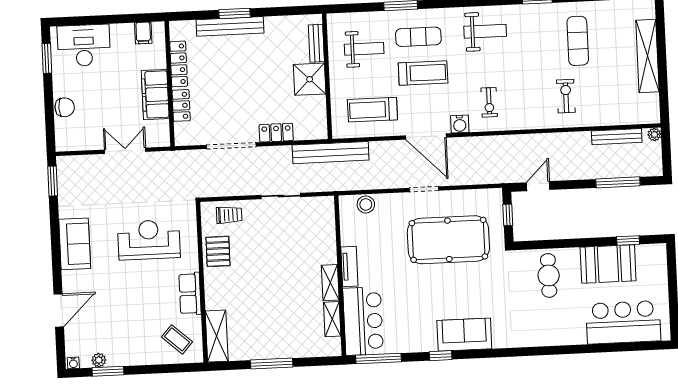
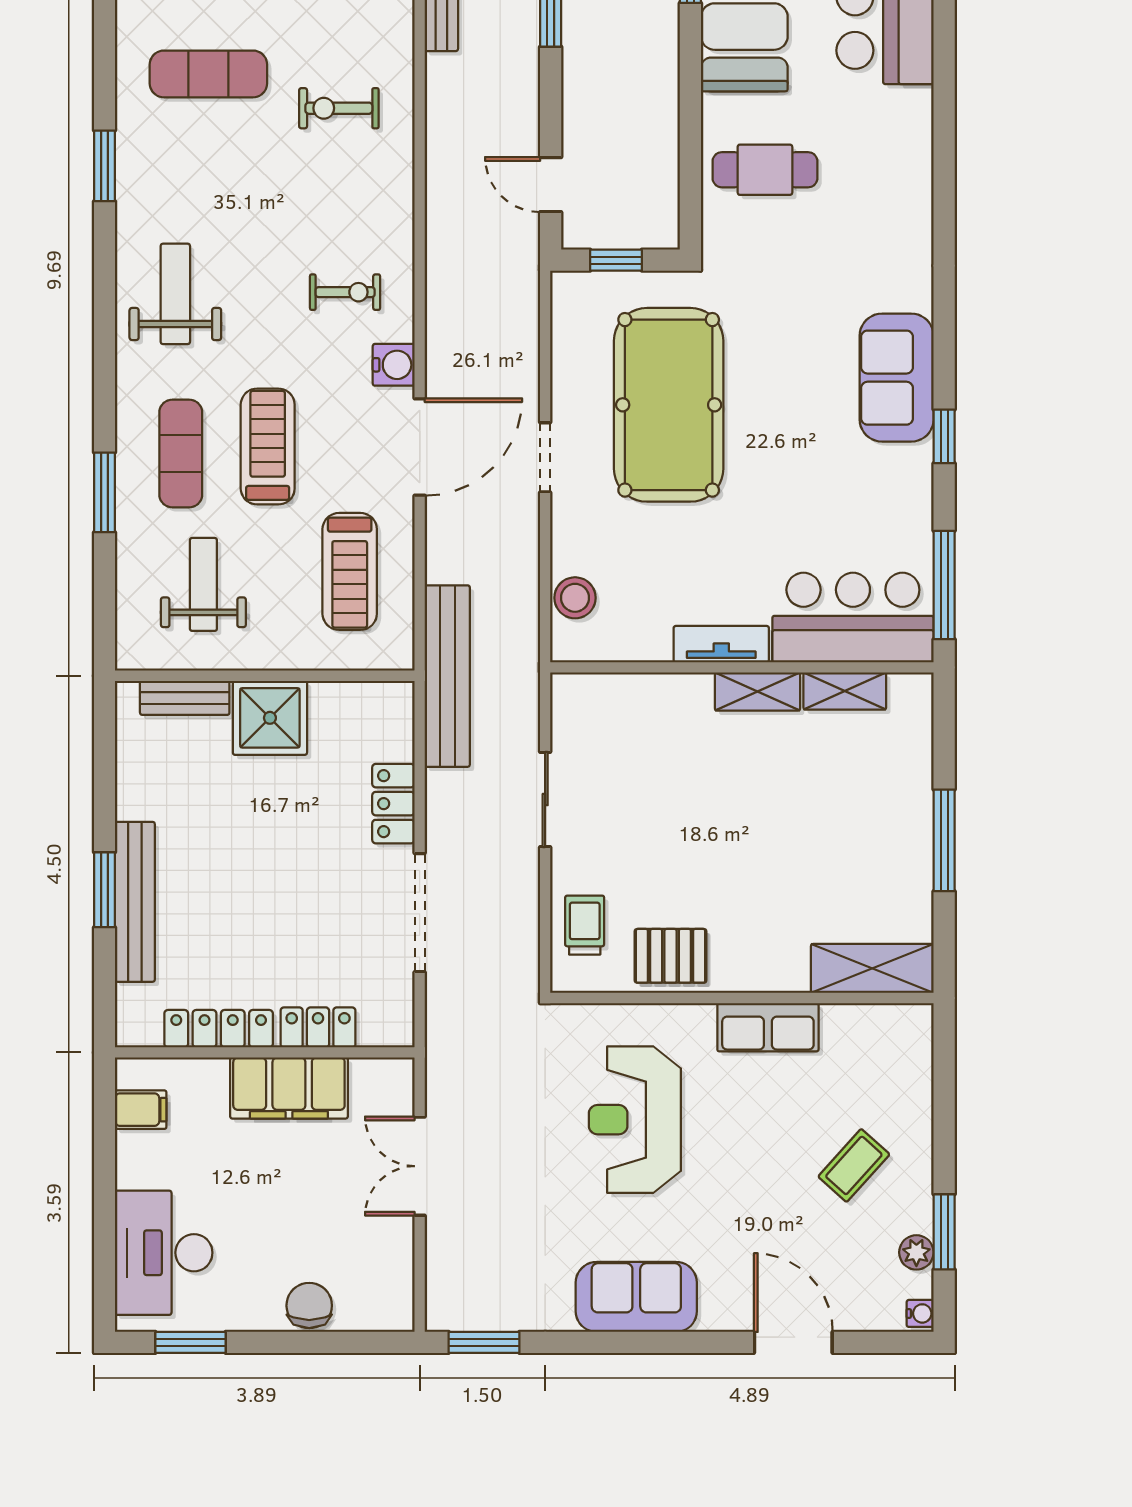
coffee table: (177, 339) -> (854, 1165), moved

